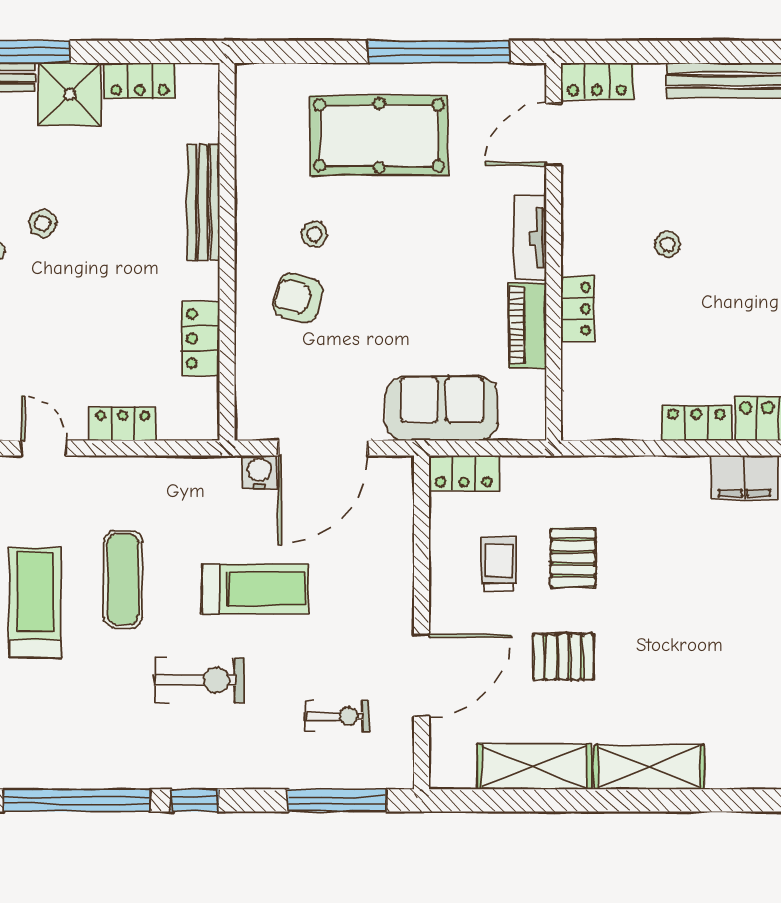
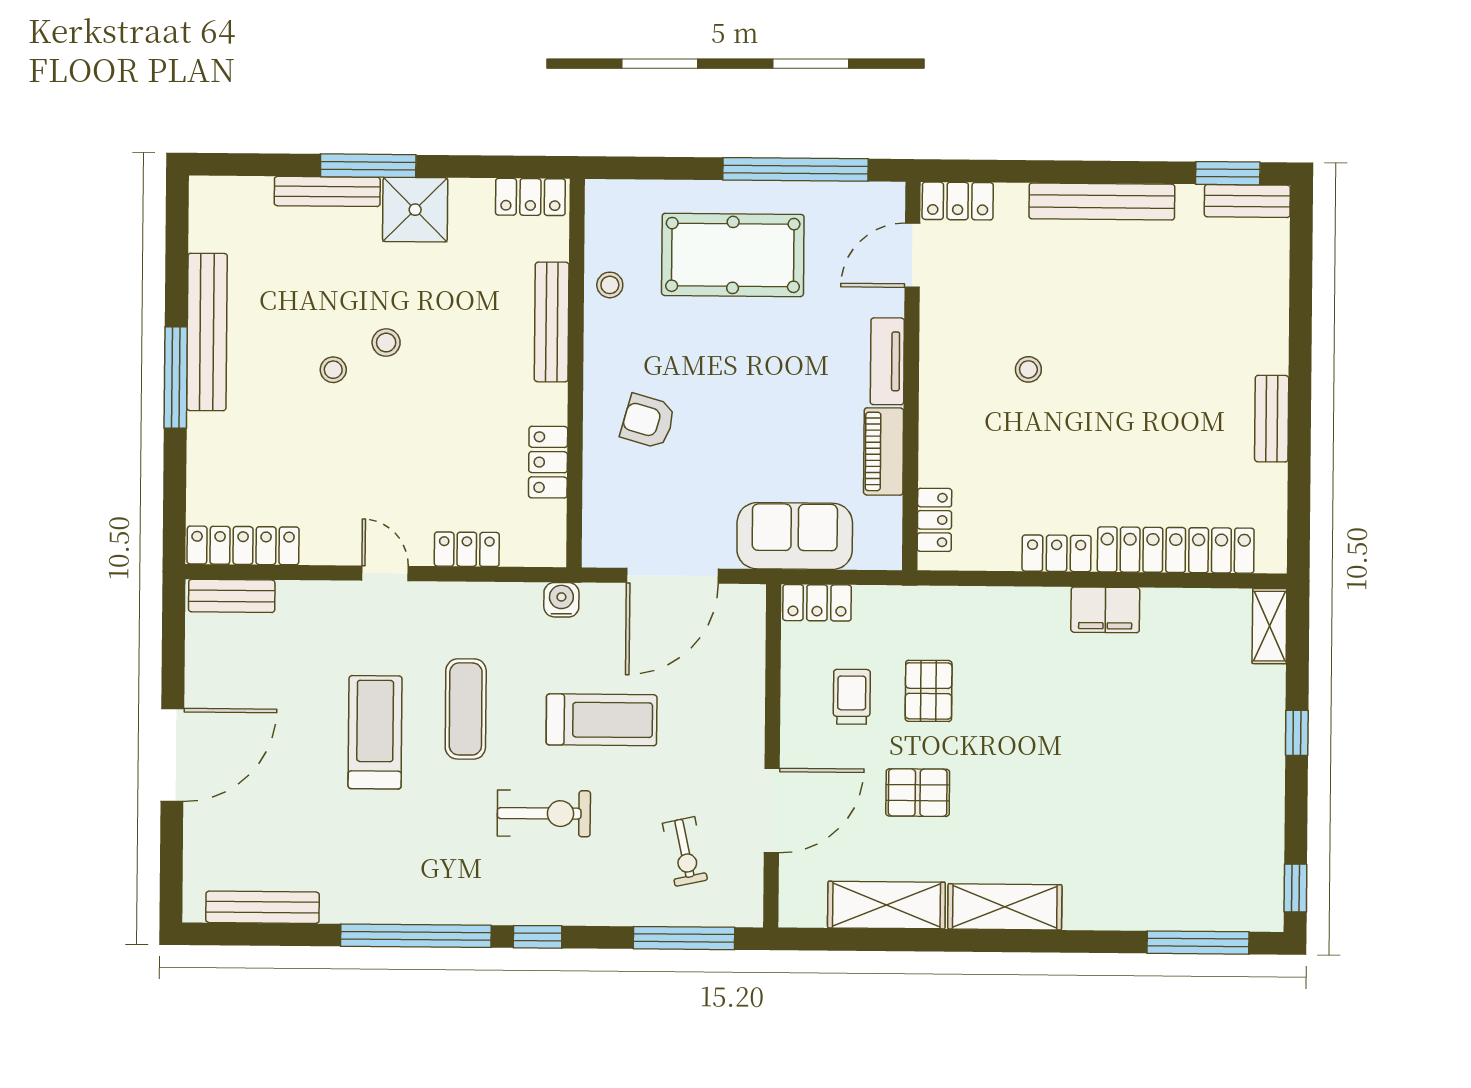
locker: (140, 81) -> (530, 197), moved
stool: (314, 234) -> (610, 285), moved
locker: (577, 309) -> (934, 520), moved
water cooler: (259, 472) -> (561, 600), moved
exercise bike: (338, 716) -> (685, 852), turned 78

